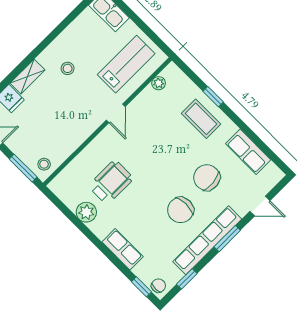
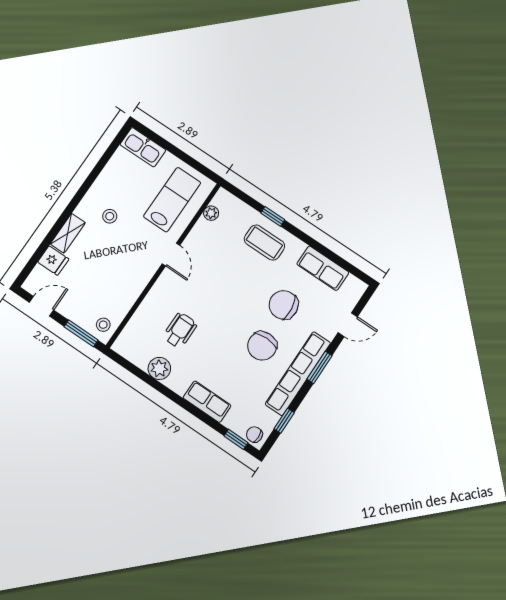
wheelchair: (111, 182) -> (180, 330), width x0.73, depth x0.73
chair: (158, 286) -> (254, 435), turned -90

